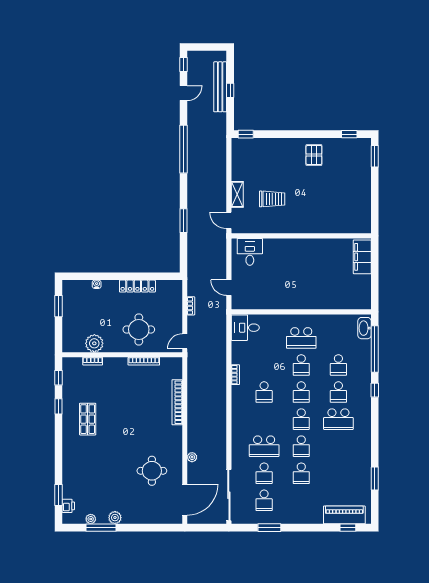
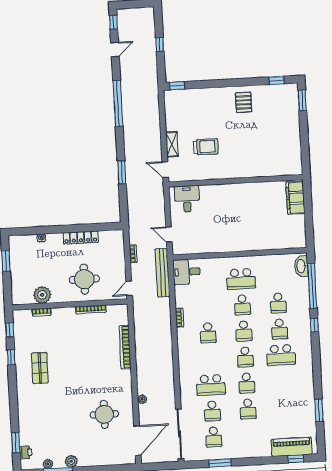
bench: (220, 87) -> (162, 273), moved

